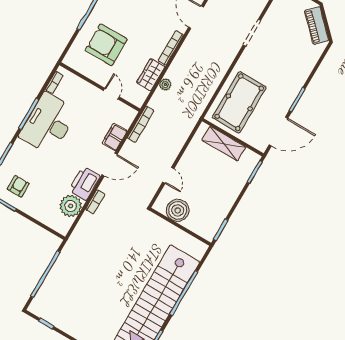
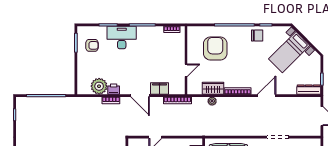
desk: (48, 124) -> (122, 38), moved, width x0.73, depth x0.77
printer: (85, 183) -> (114, 89), width x0.53, depth x0.68

